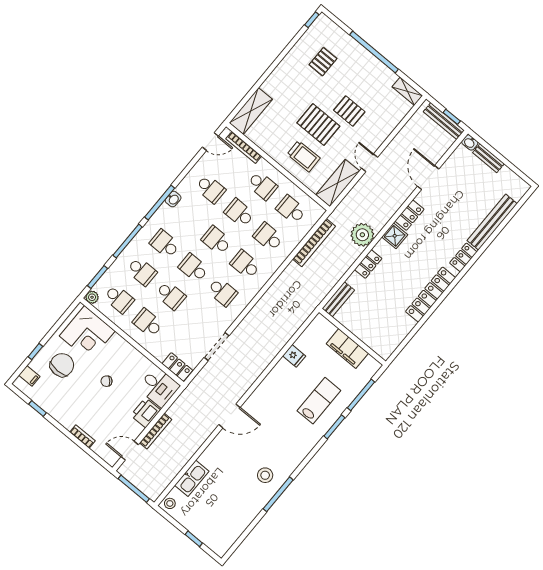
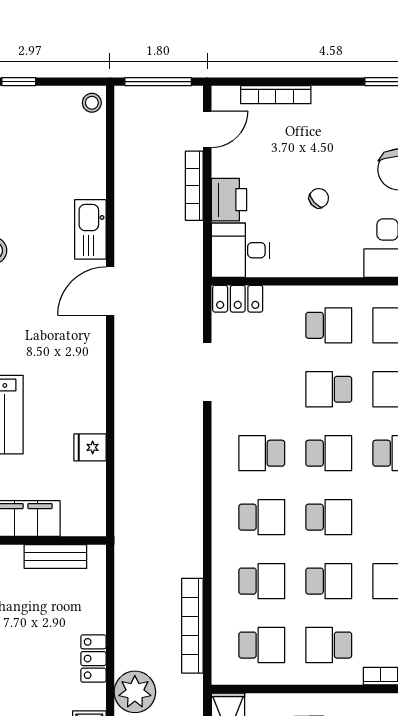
bench: (338, 299) -> (55, 556), moved, turned 90
bookcase: (82, 437) -> (276, 95), width x1.56
kitchen sink: (192, 478) -> (90, 229), moved

